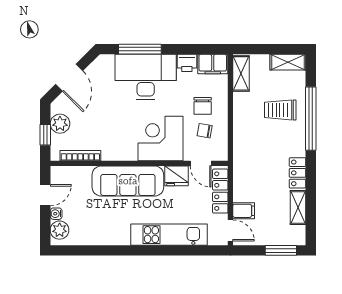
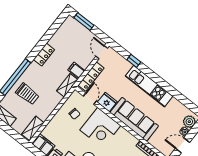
chair: (203, 106) -> (66, 127), removed
shelving: (298, 207) -> (67, 85), moved
filing cabinet: (244, 211) -> (76, 70), moved
kitchen unit: (169, 235) -> (149, 86), moved
window: (184, 250) -> (134, 61), added

